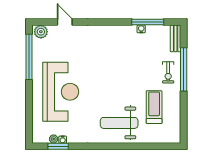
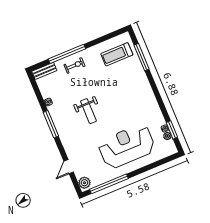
window: (148, 22) -> (51, 124), moved
treadmill: (154, 107) -> (117, 54), moved
weight bench: (119, 123) -> (88, 111), moved, width x0.73, depth x0.75
window: (148, 146) -> (142, 57), added

